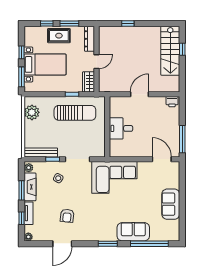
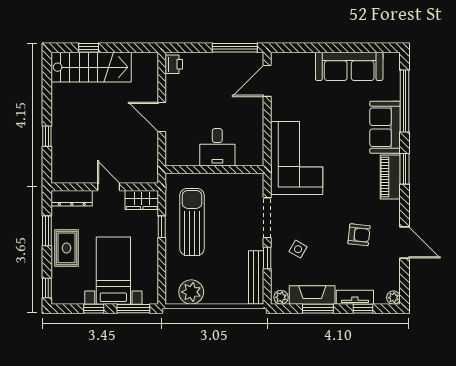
window: (47, 24) -> (47, 288), moved
sofa: (171, 204) -> (349, 66), width x1.36
piano: (103, 235) -> (390, 177), added

